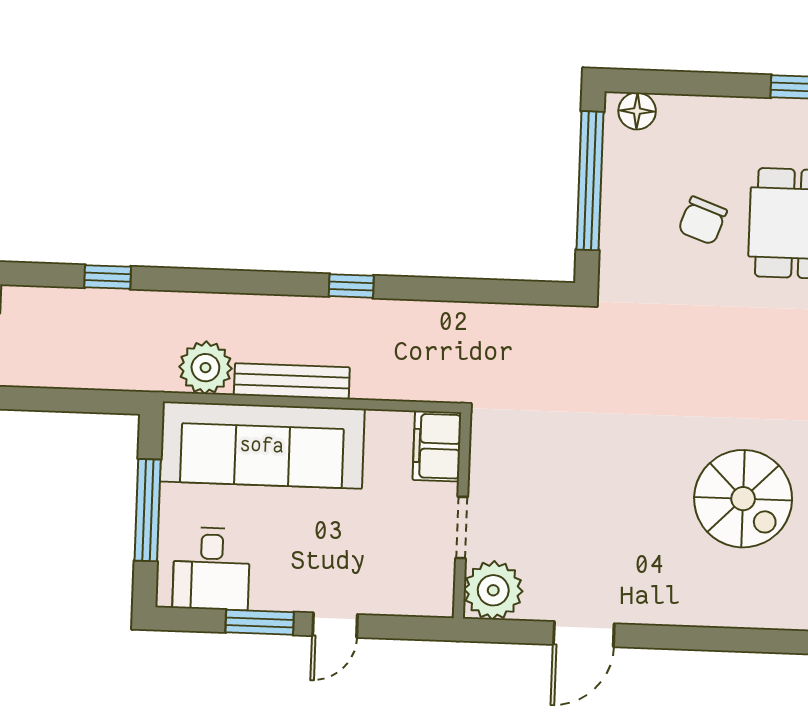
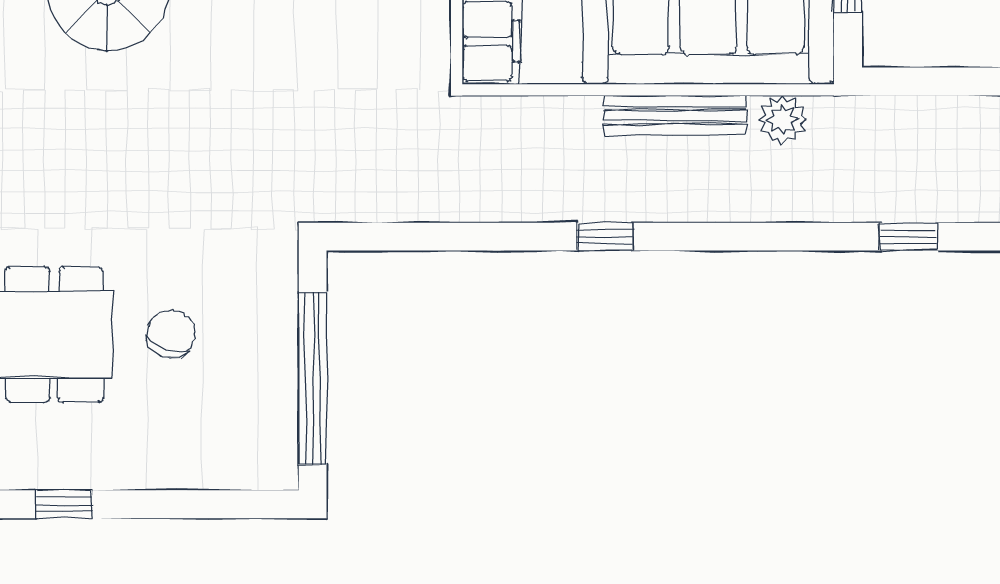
floor lamp: (637, 111) -> (257, 467), removed
plant: (205, 368) -> (783, 120), width x0.73, depth x0.73

